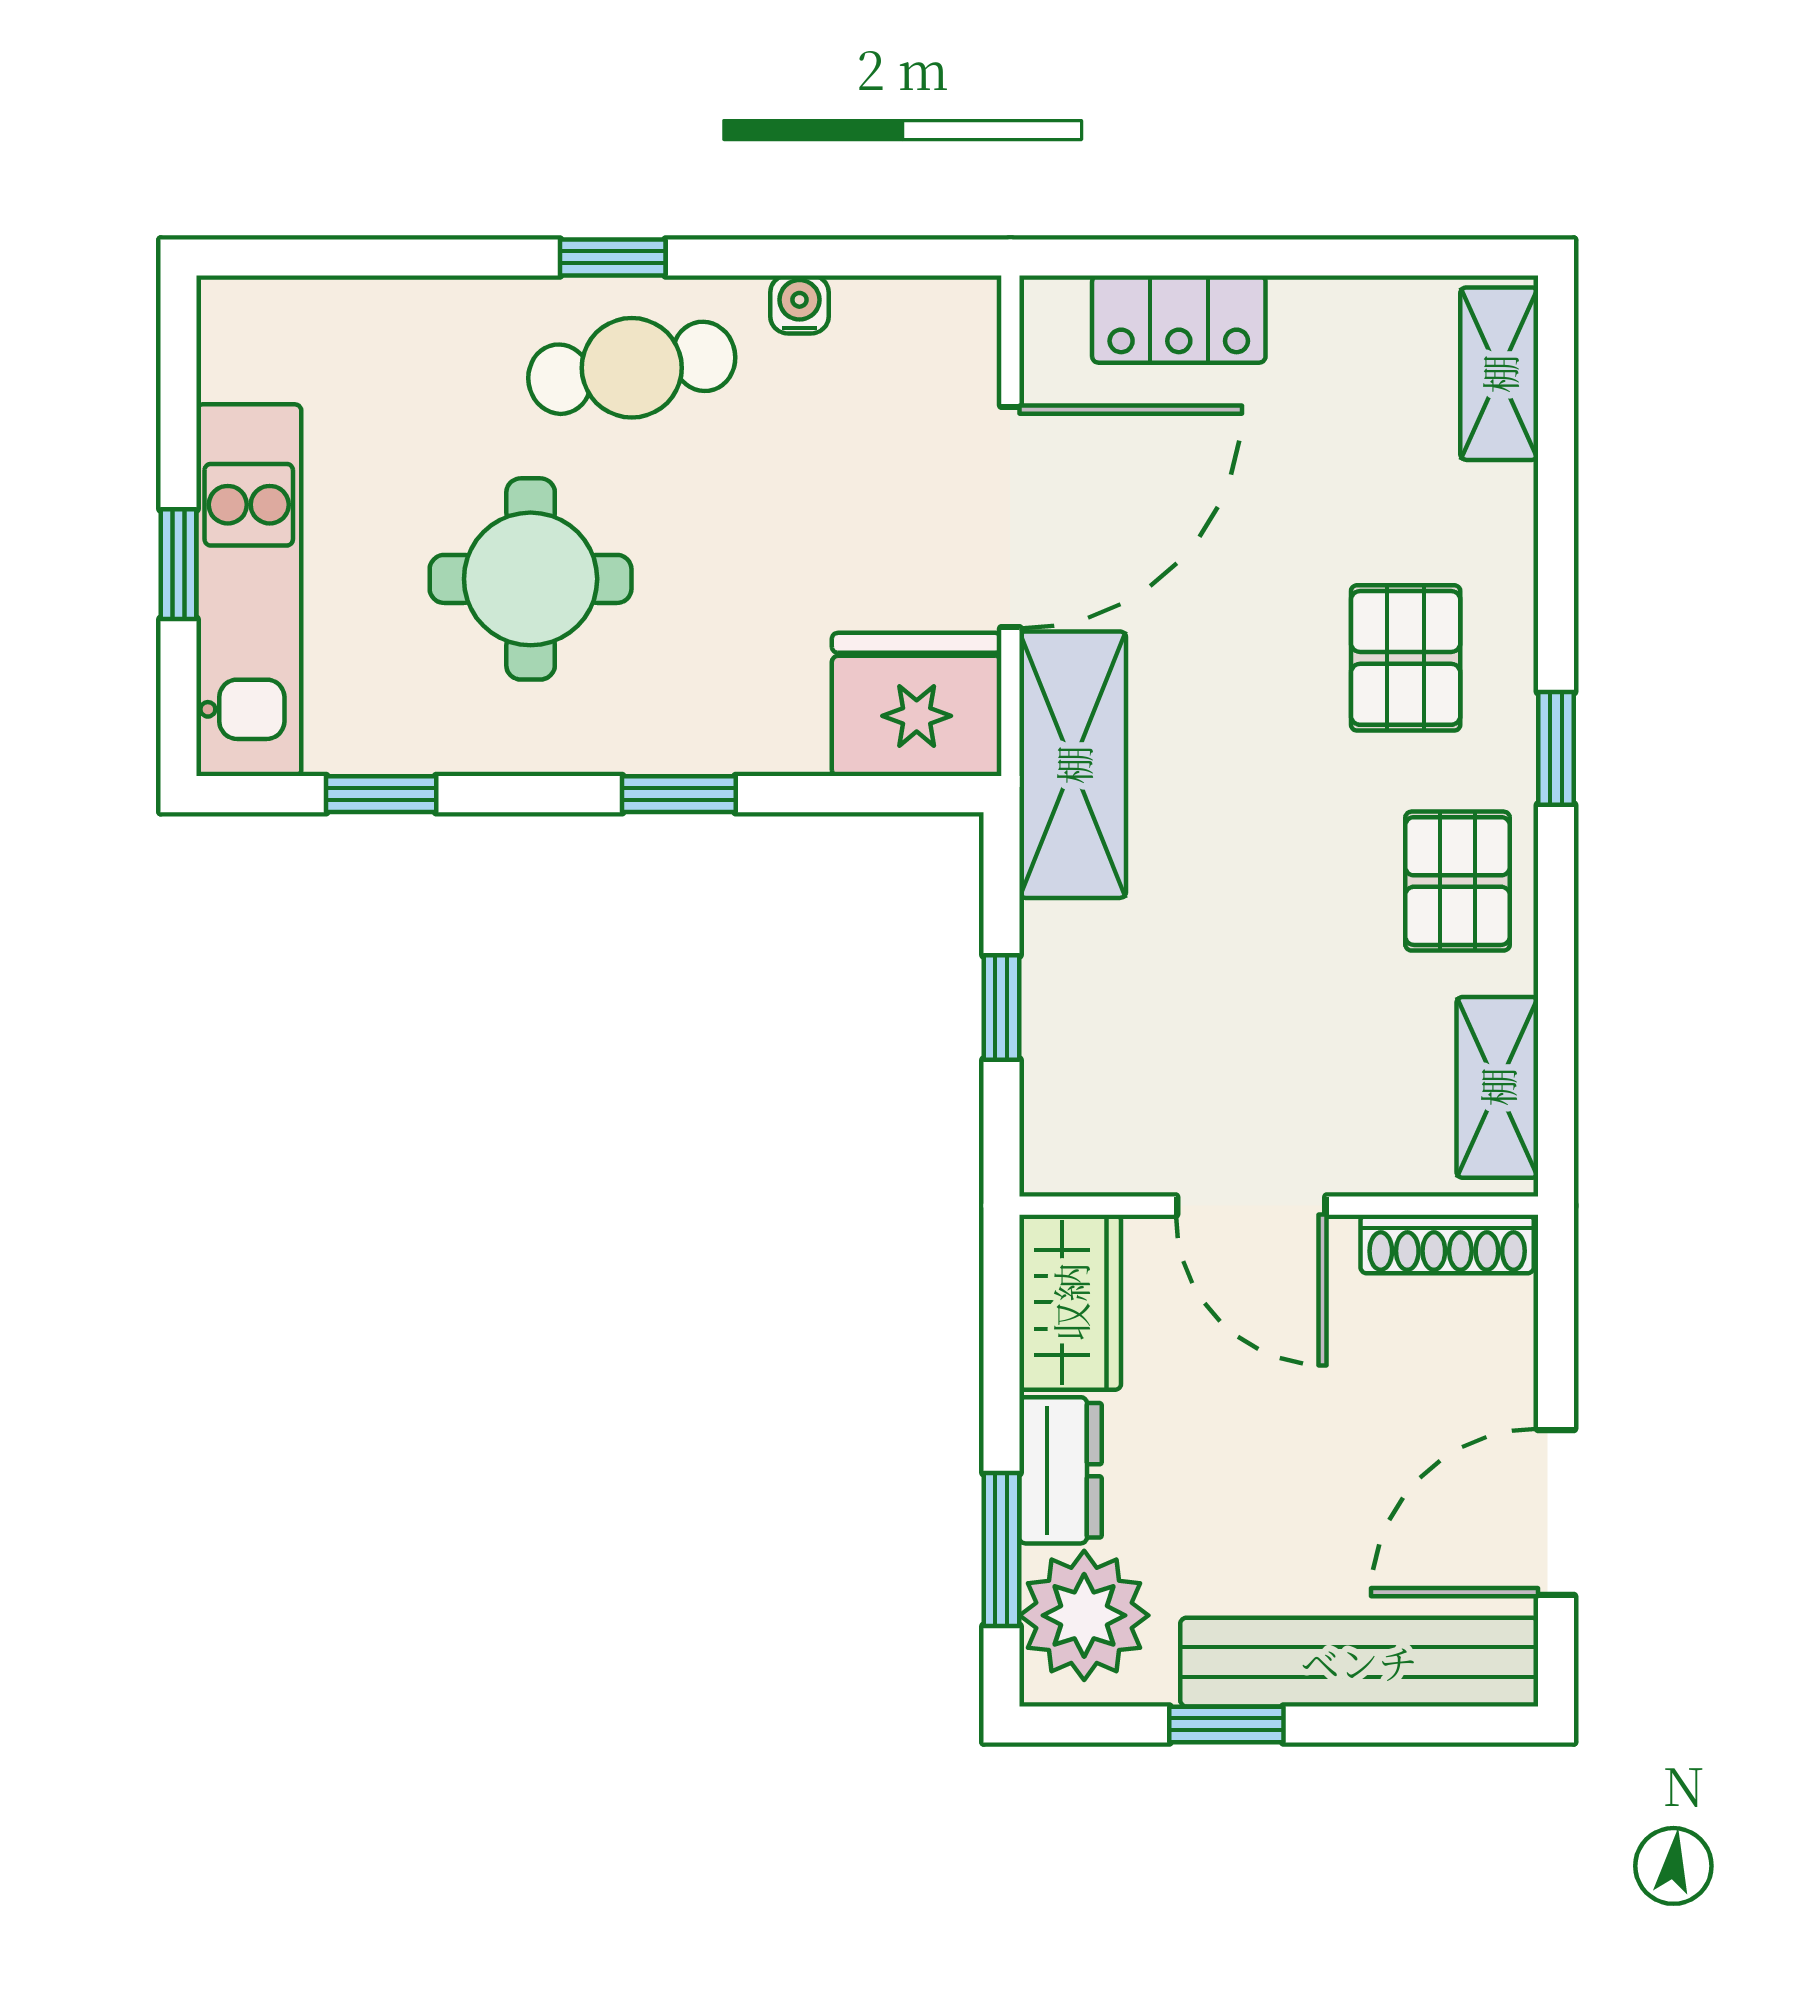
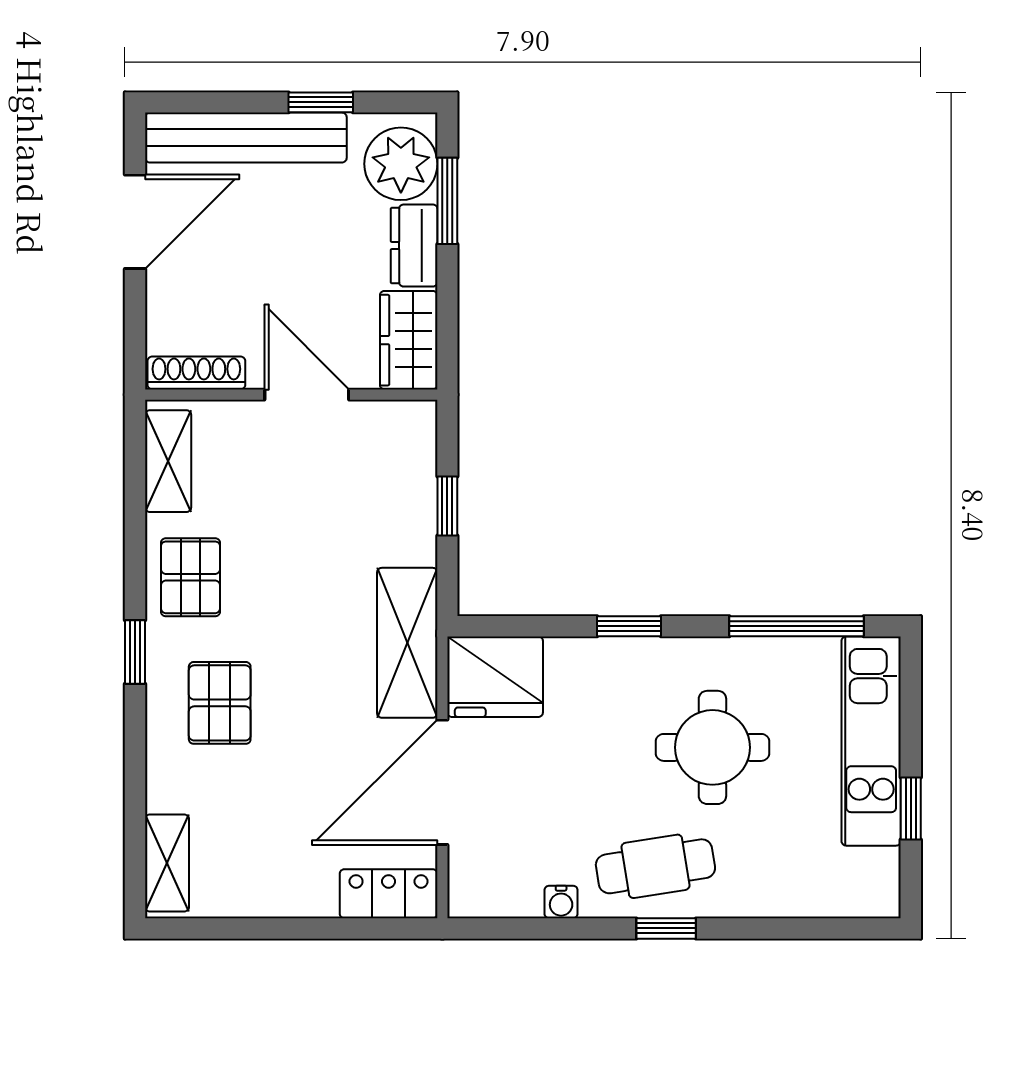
locker: (1179, 319) -> (389, 894), moved
window: (178, 564) -> (911, 808), moved
window: (381, 794) -> (797, 626), width x2.17

